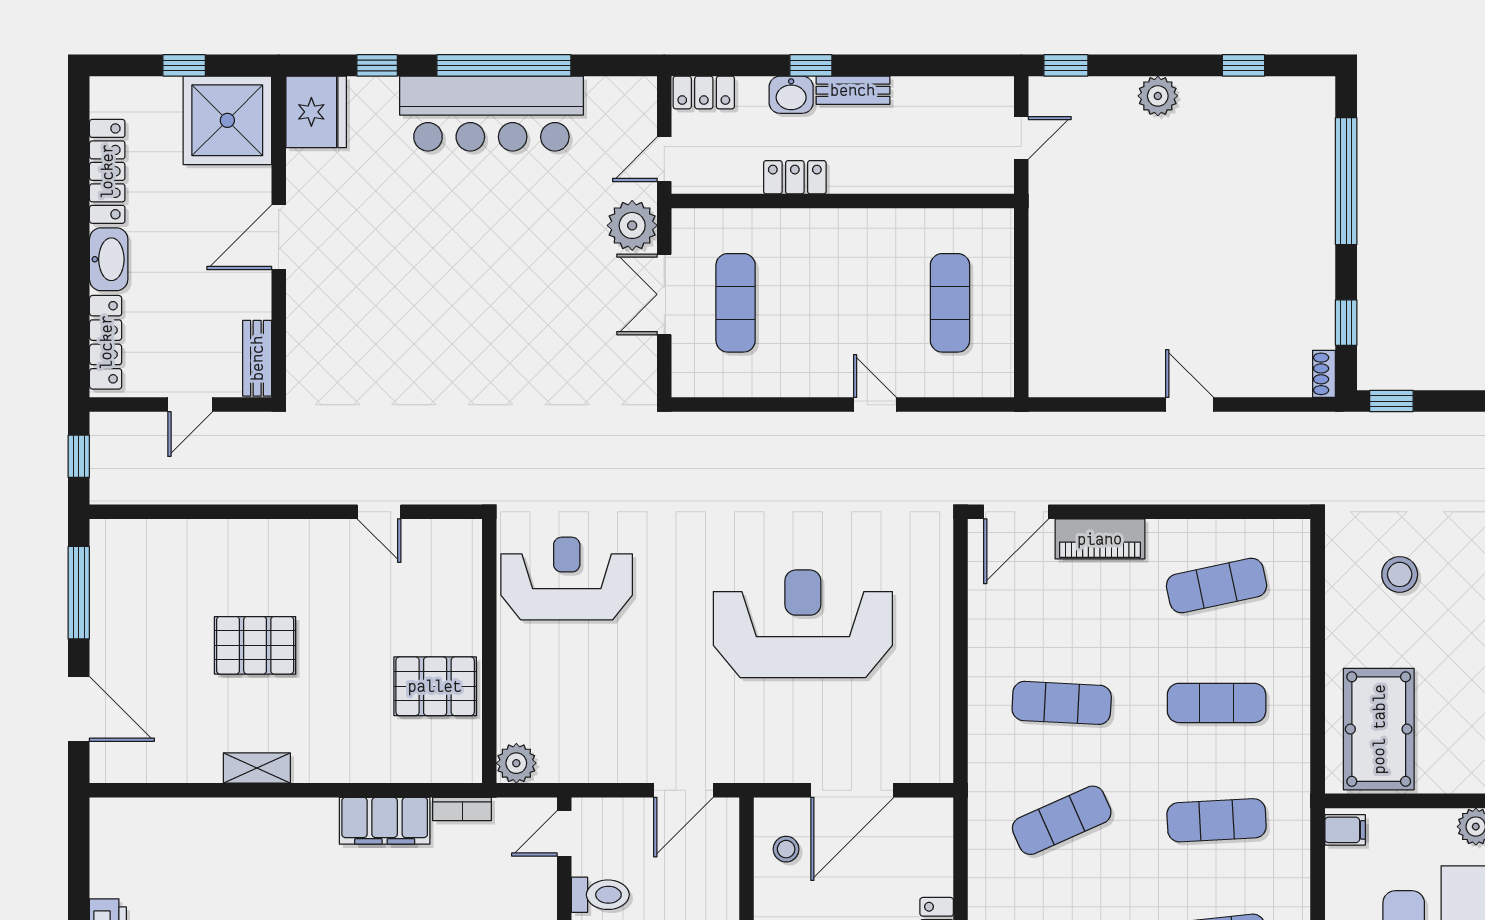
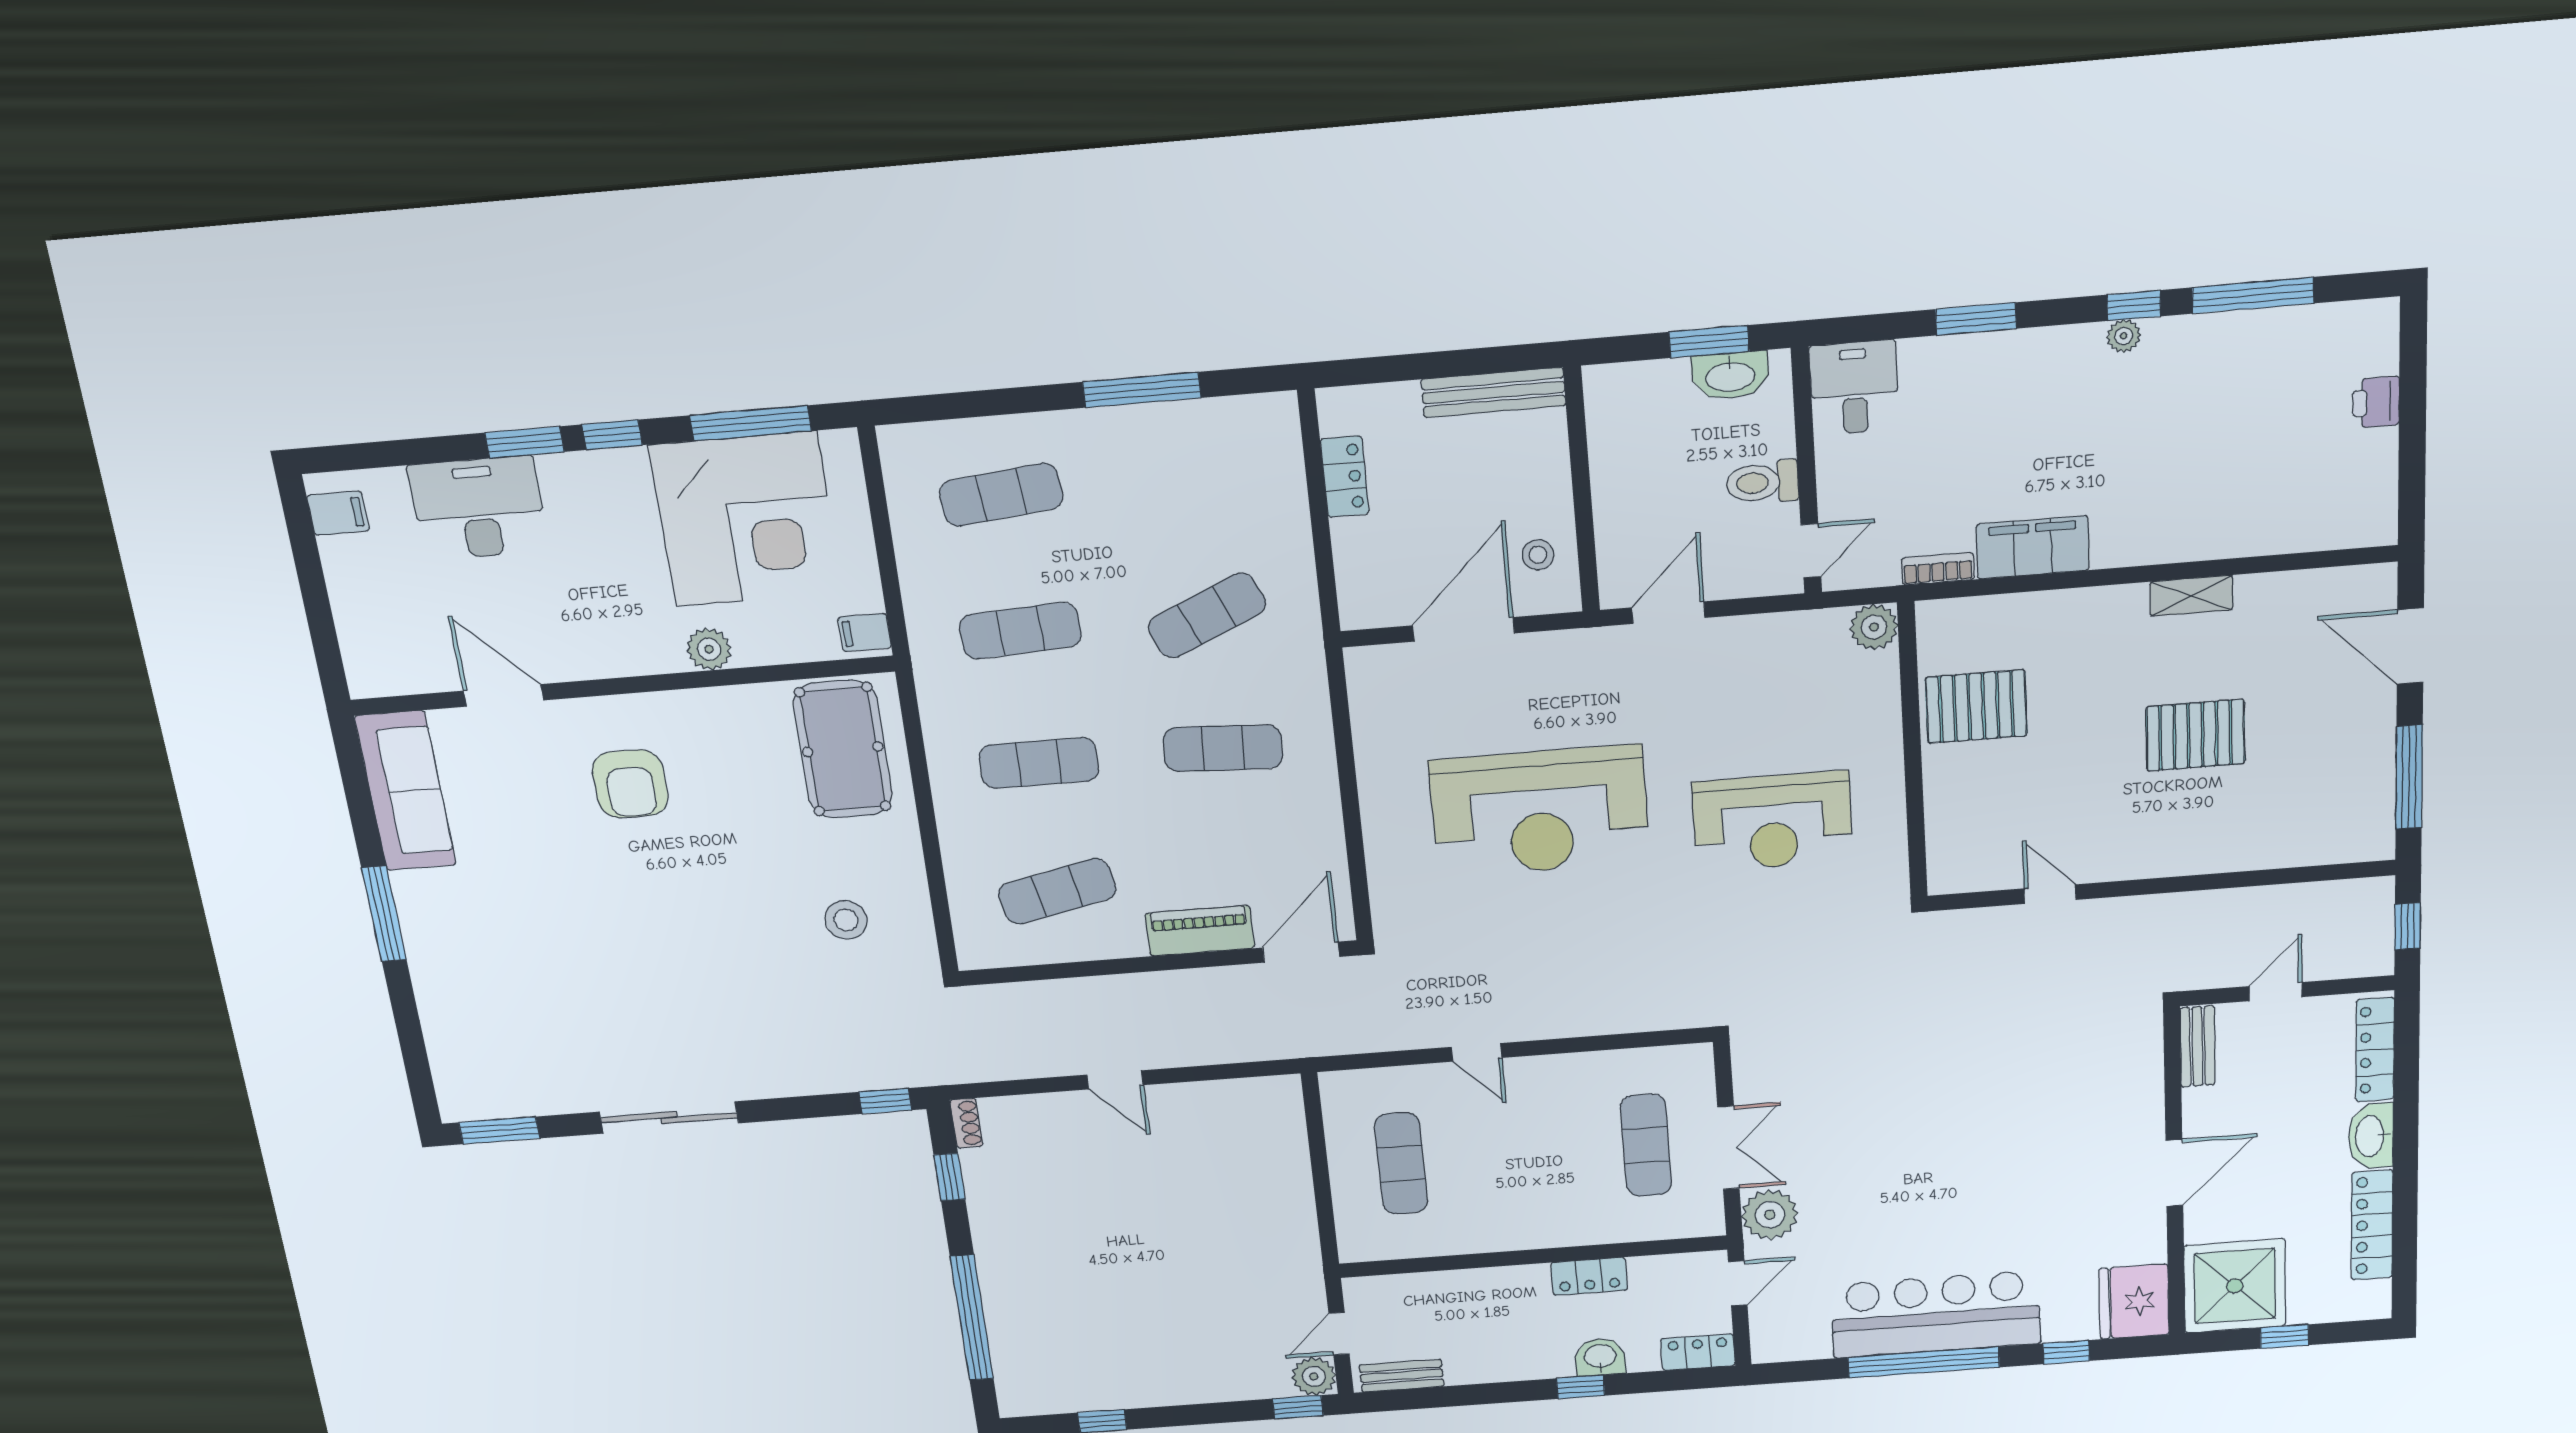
bench: (853, 90) -> (1402, 1376), moved
plant: (1158, 96) -> (1314, 1376), moved
reception desk: (567, 579) -> (1773, 821), moved

